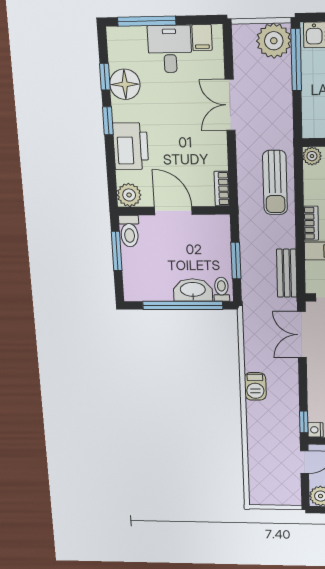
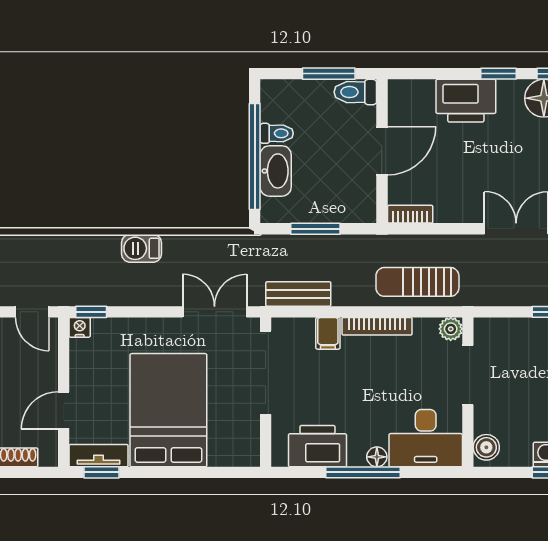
plant: (129, 195) -> (403, 95), removed
bookcase: (311, 223) -> (377, 326), width x1.56
toilet: (222, 289) -> (277, 133), moved

